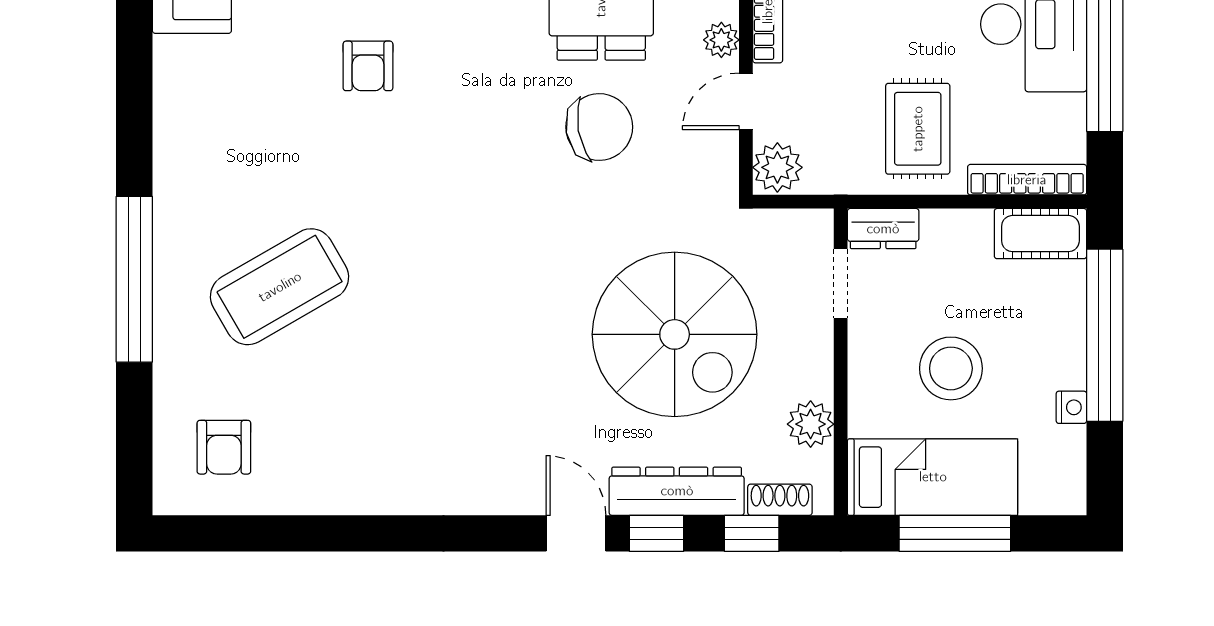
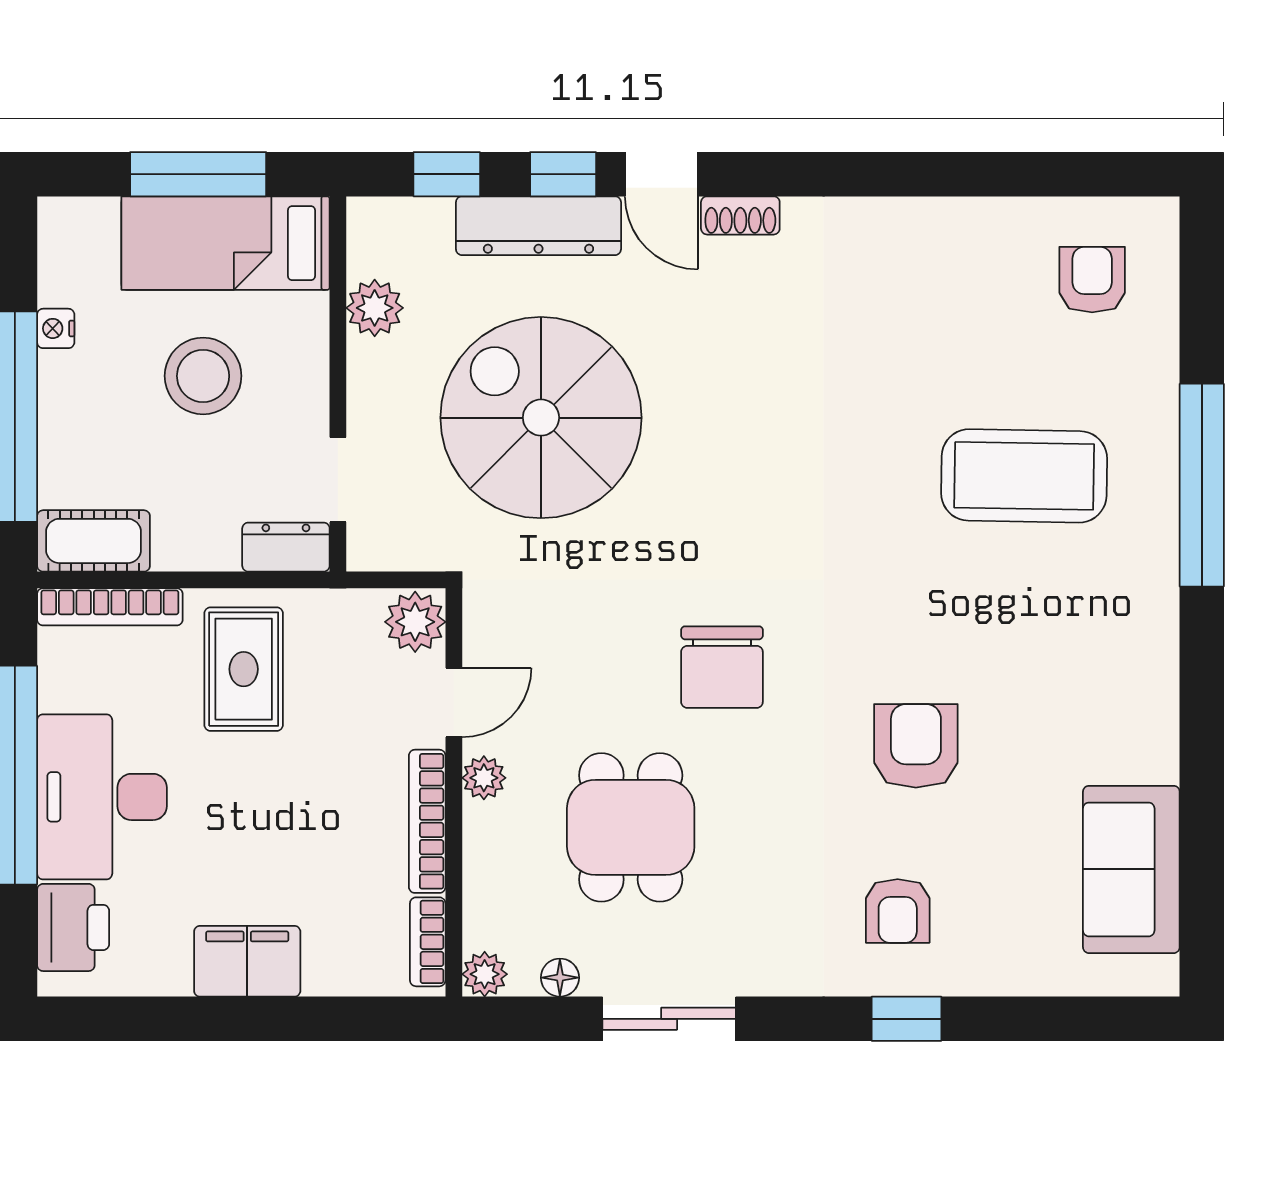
armchair: (368, 66) -> (916, 746), width x1.38, depth x1.38
chair: (599, 127) -> (722, 667), moved, turned -80
coffee table: (280, 287) -> (1024, 476), turned 31
shoe rack: (780, 500) -> (740, 215), moved

